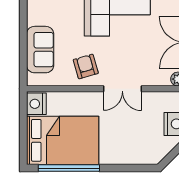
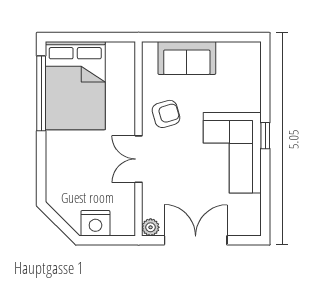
nightstand: (36, 104) -> (120, 53), removed

